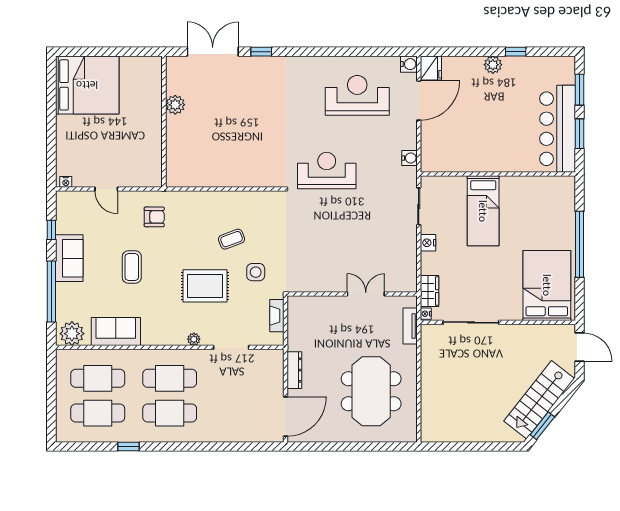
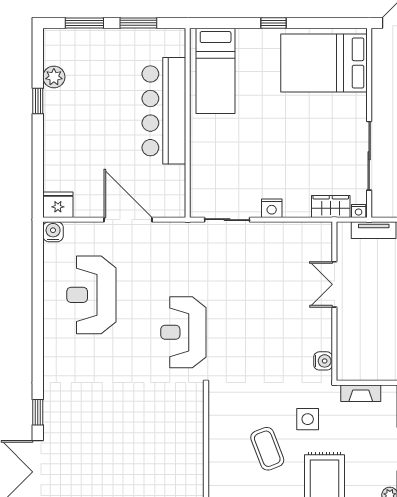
plant: (493, 65) -> (54, 77), moved
door: (419, 100) -> (128, 220), moved
bar counter: (558, 129) -> (164, 111), moved, turned 90
water cooler: (409, 158) -> (323, 361), moved, turned 90
bed: (483, 211) -> (216, 71), moved, turned 90
coffee table: (232, 239) -> (267, 449), width x1.36, depth x1.30
window: (579, 244) -> (273, 23), width x0.32

